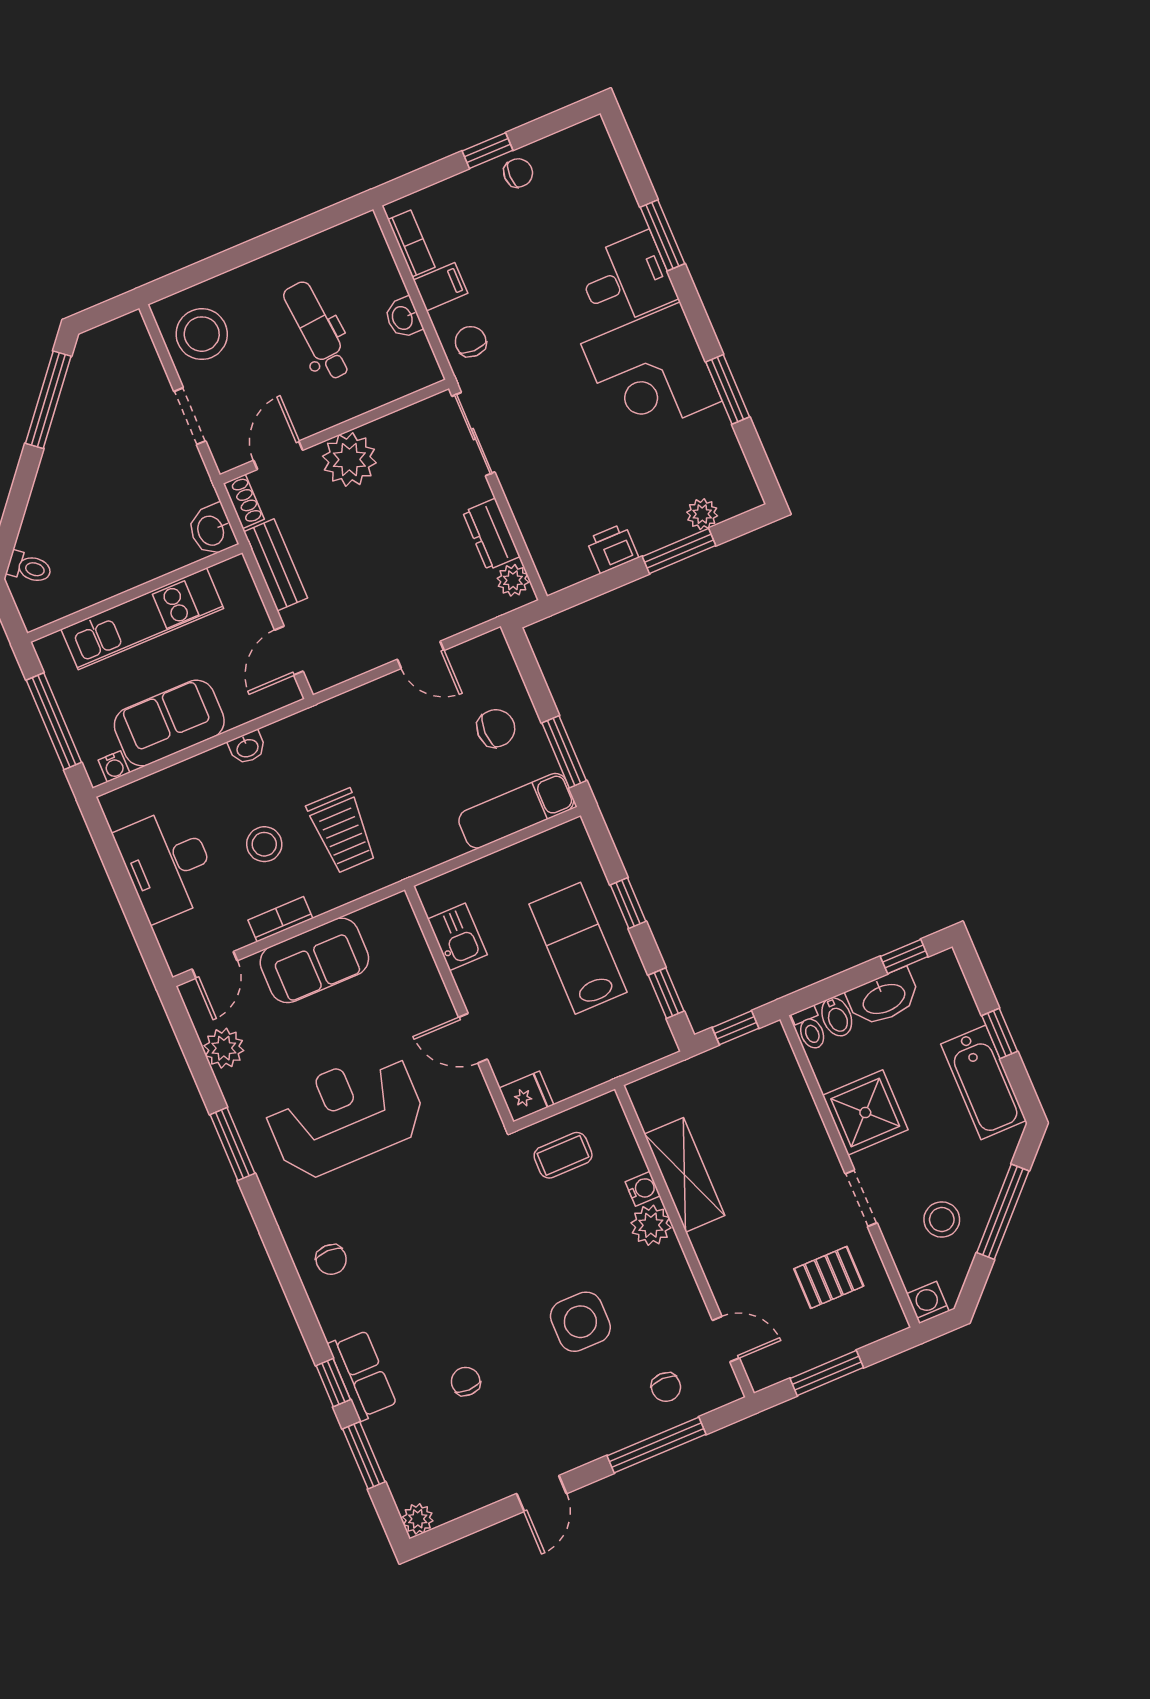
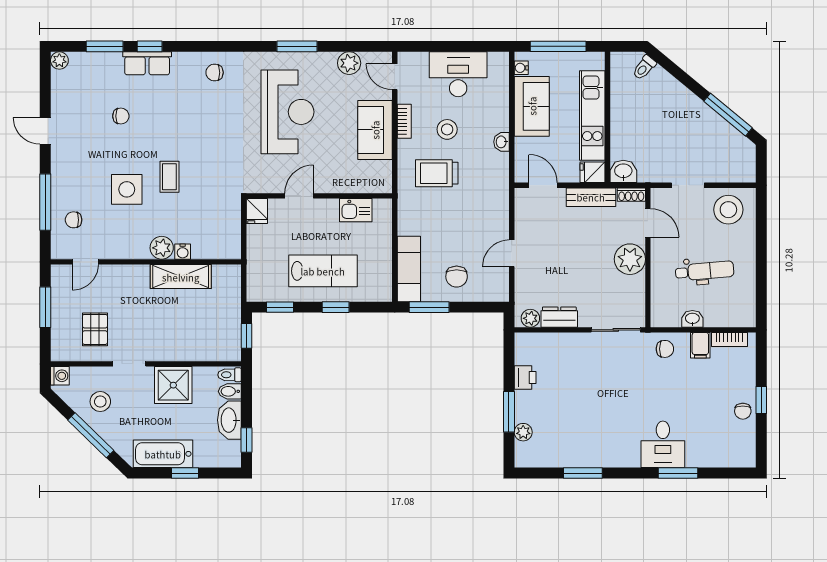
corner desk: (652, 372) -> (609, 437), removed
fridge: (234, 579) -> (593, 172), added
coffee table: (563, 1155) -> (169, 177), moved

